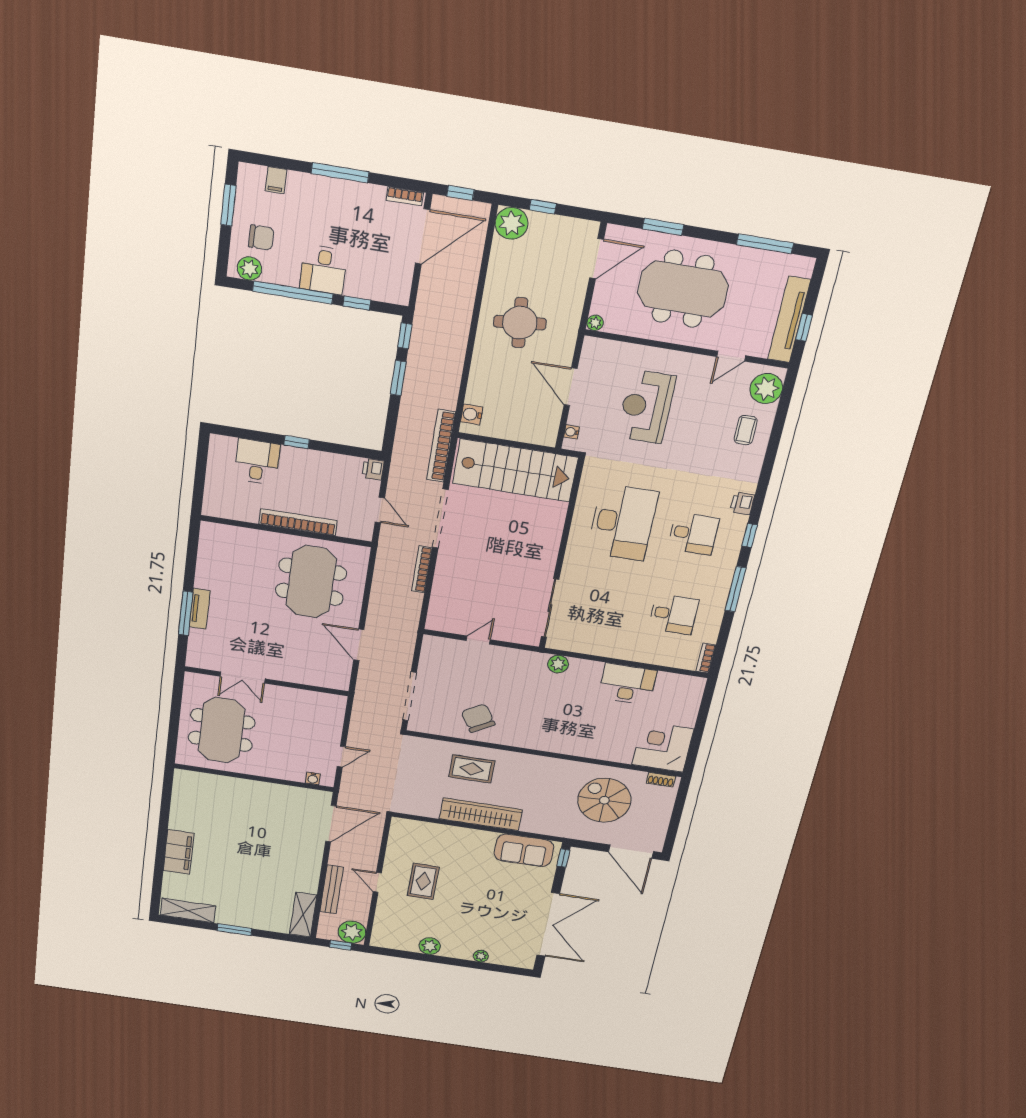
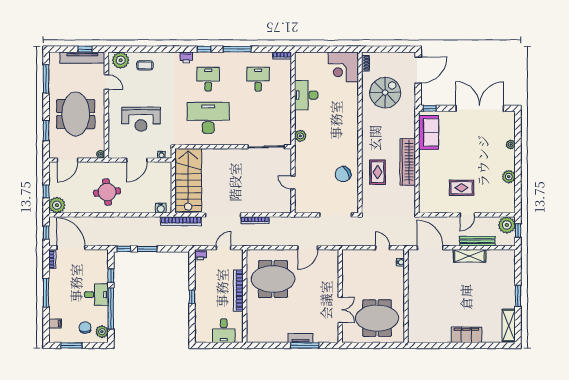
door: (597, 259) -> (67, 160), swing flipped
desk: (257, 462) -> (224, 331), moved, turned -90
spiral stairs: (604, 800) -> (385, 93), turned 180
shelving: (303, 915) -> (470, 256), moved

